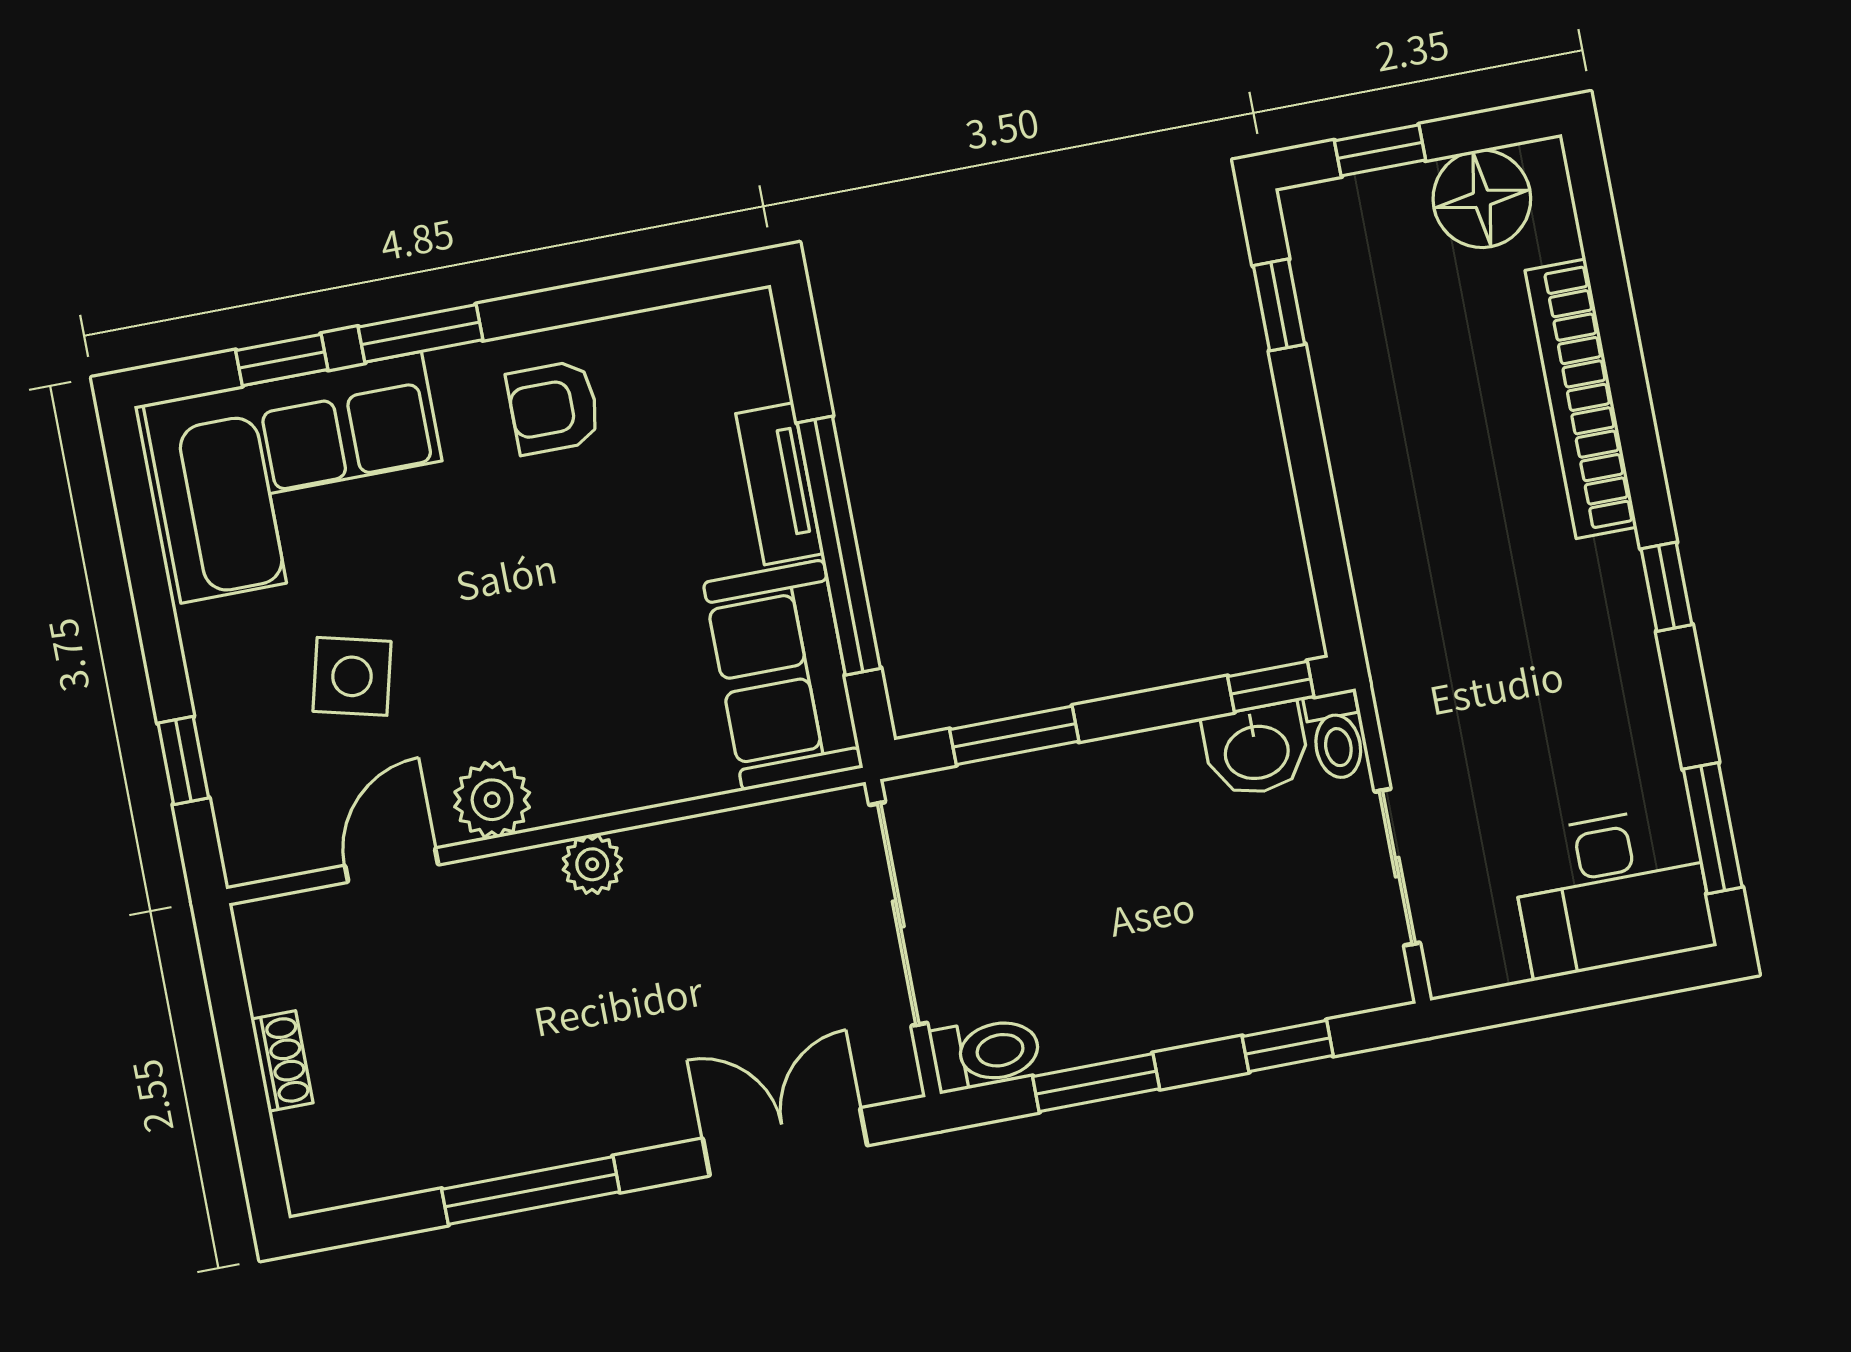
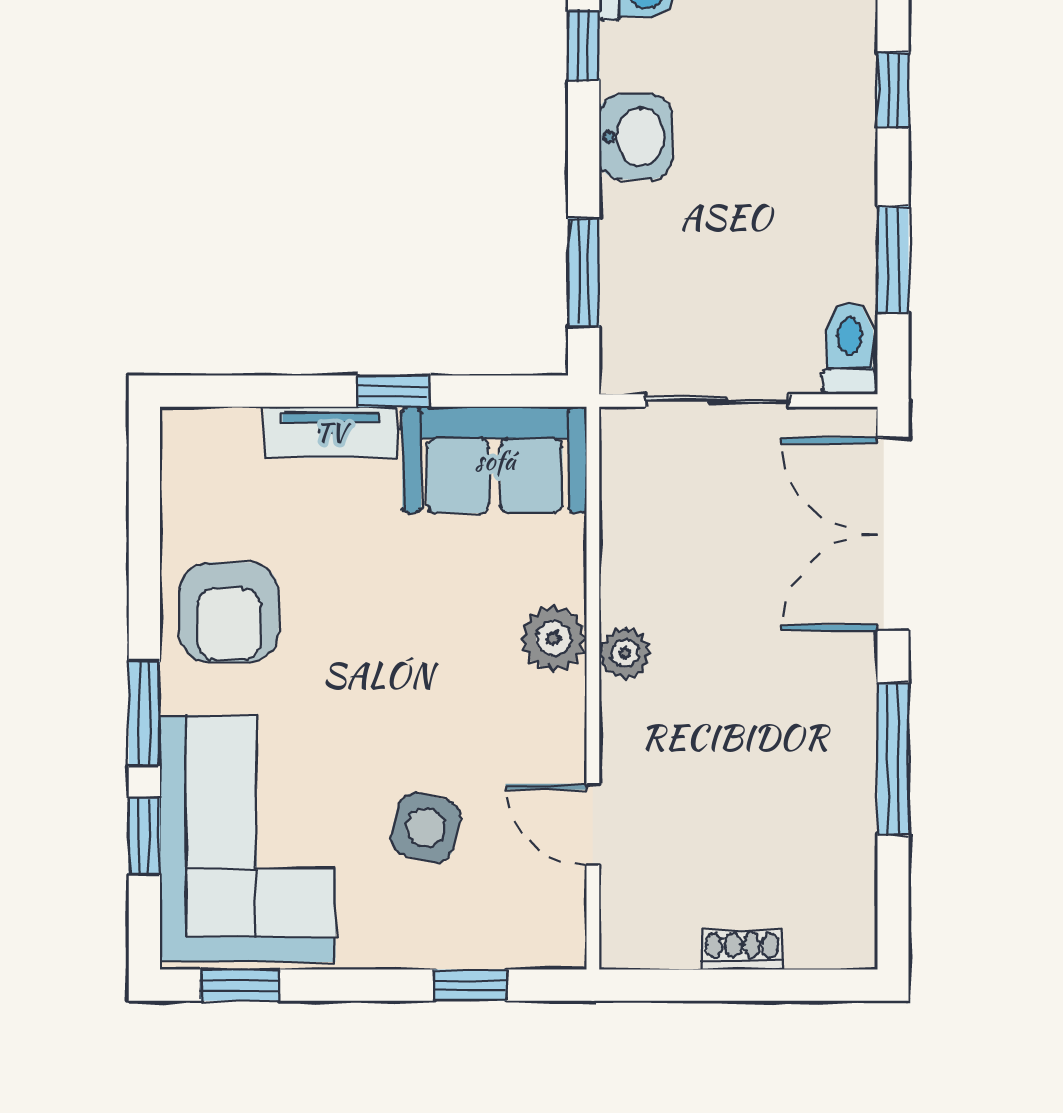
armchair: (553, 407) -> (229, 612), width x1.38, depth x1.38
window: (134, 500) -> (240, 985), added
window: (839, 546) -> (393, 391), width x0.32
washbasin: (1256, 750) -> (635, 137), moved
plant: (492, 800) -> (554, 638), moved
sliding door: (898, 914) -> (717, 400), width x0.73
double door: (785, 1142) -> (893, 534), width x1.37

